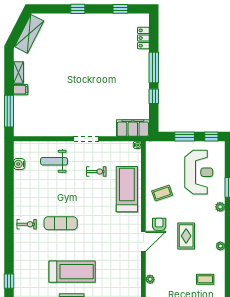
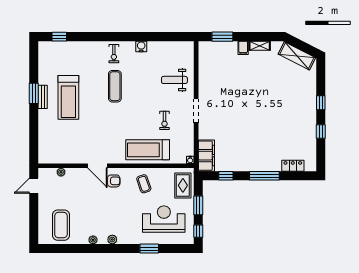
window: (120, 9) -> (321, 132), moved
window: (154, 96) -> (226, 176), moved
window: (9, 111) -> (222, 37), width x0.69
weight bench: (54, 161) -> (174, 80), turned -90
water cooler: (19, 164) -> (141, 46), moved
reception desk: (199, 172) -> (164, 219), turned 180
treadmill: (127, 189) -> (148, 150), turned 180
plant: (220, 207) -> (112, 239), moved
rug: (186, 236) -> (183, 185), moved, turned 90
coffee table: (205, 279) -> (61, 225), width x1.86, depth x1.72

